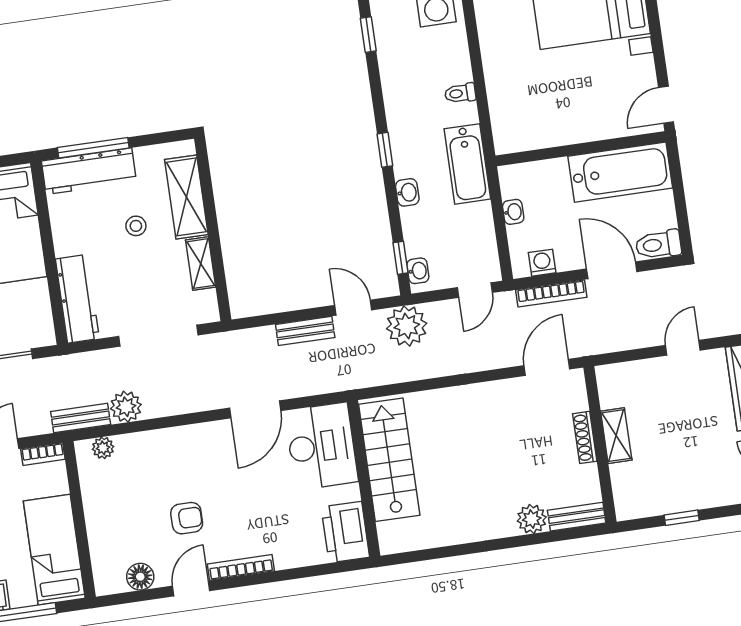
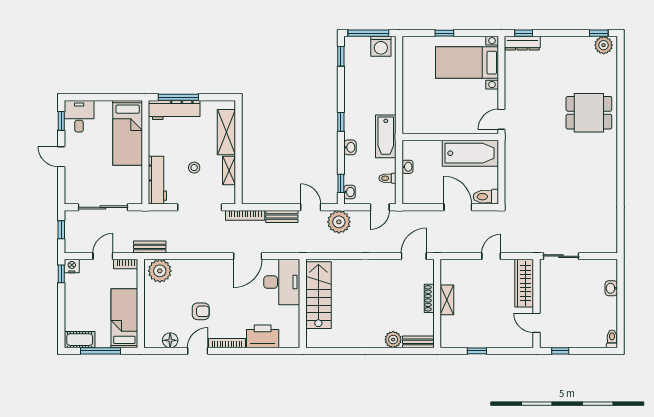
toilet: (460, 93) -> (387, 178), moved
stool: (136, 226) -> (194, 168), moved
washing machine: (542, 263) -> (420, 197), removed
bookcase: (551, 293) -> (245, 215), moved
plant: (126, 407) -> (176, 244), removed
plant: (103, 448) -> (160, 271), width x1.88, depth x1.88
printer: (345, 532) -> (263, 336), moved, turned 90

